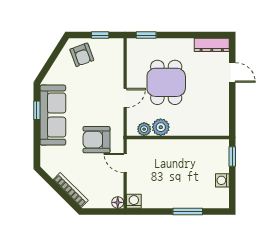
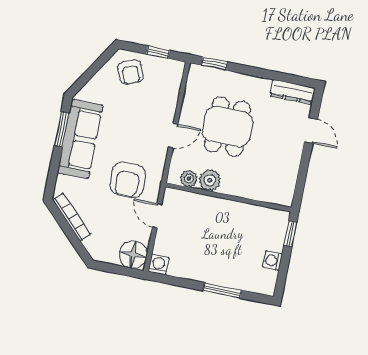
window: (37, 110) -> (62, 129), width x1.50
armchair: (97, 140) -> (128, 180), turned -90
bookcase: (71, 190) -> (72, 217), moved
floor lamp: (118, 202) -> (133, 255), width x1.89, depth x1.89

